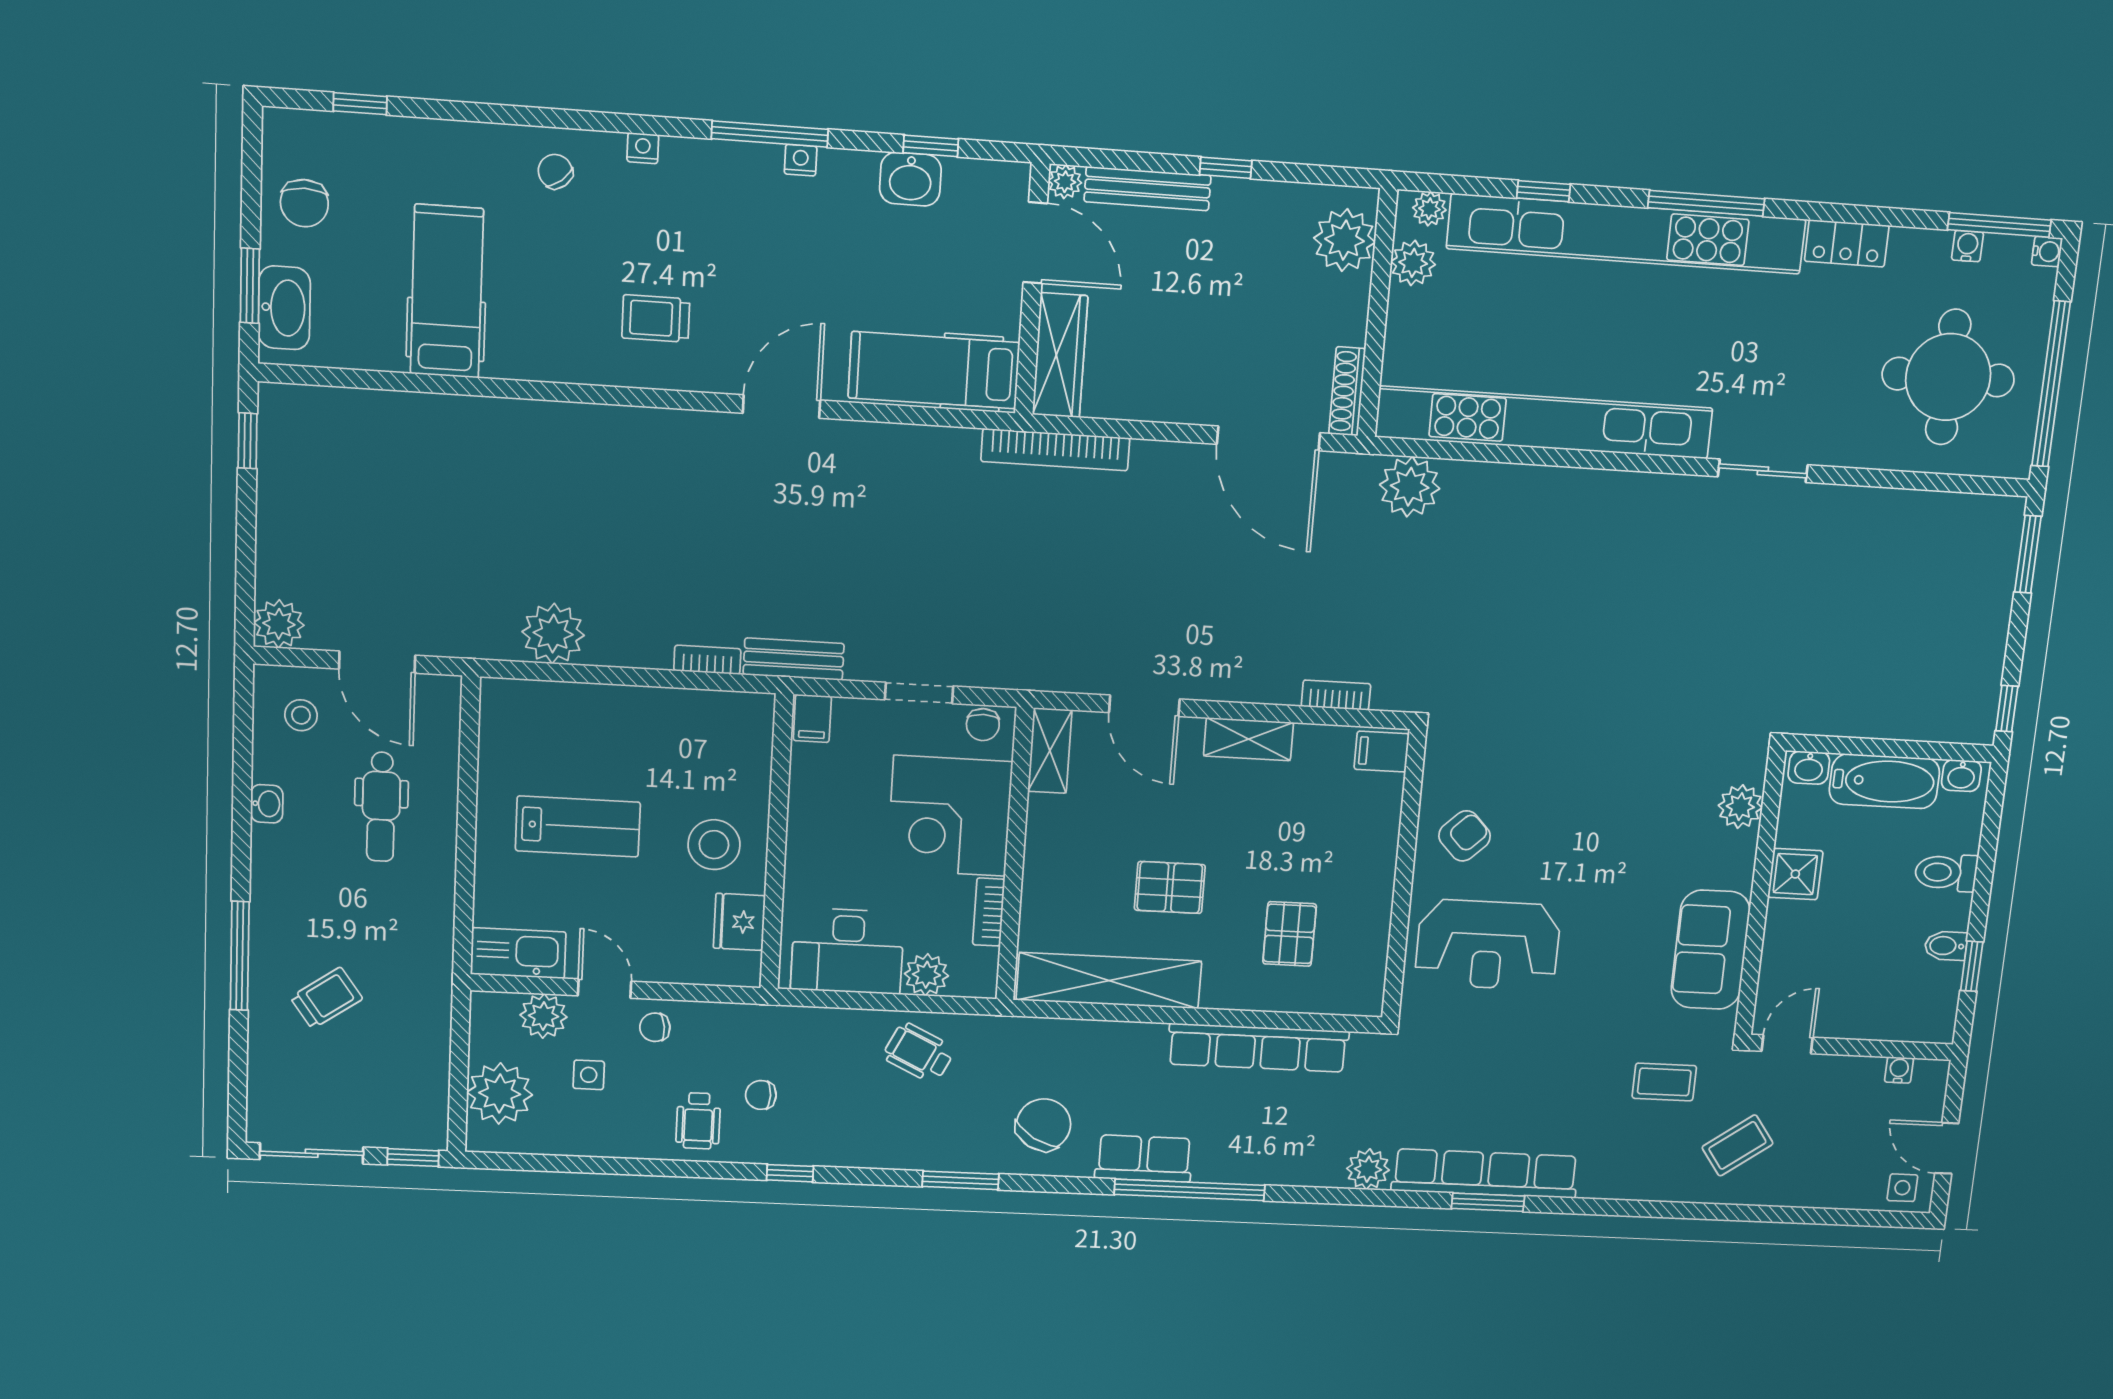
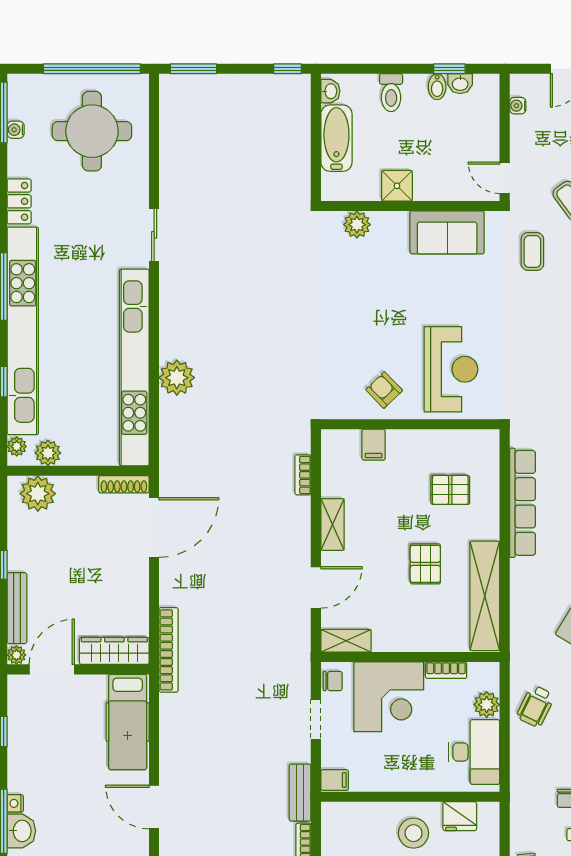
washbasin: (910, 179) -> (21, 831), moved
water cooler: (2047, 251) -> (15, 82), removed
plant: (1410, 487) -> (177, 378), moved
filing cabinet: (1382, 752) -> (374, 445), moved
washbasin: (1809, 768) -> (460, 84), moved, turned 90

